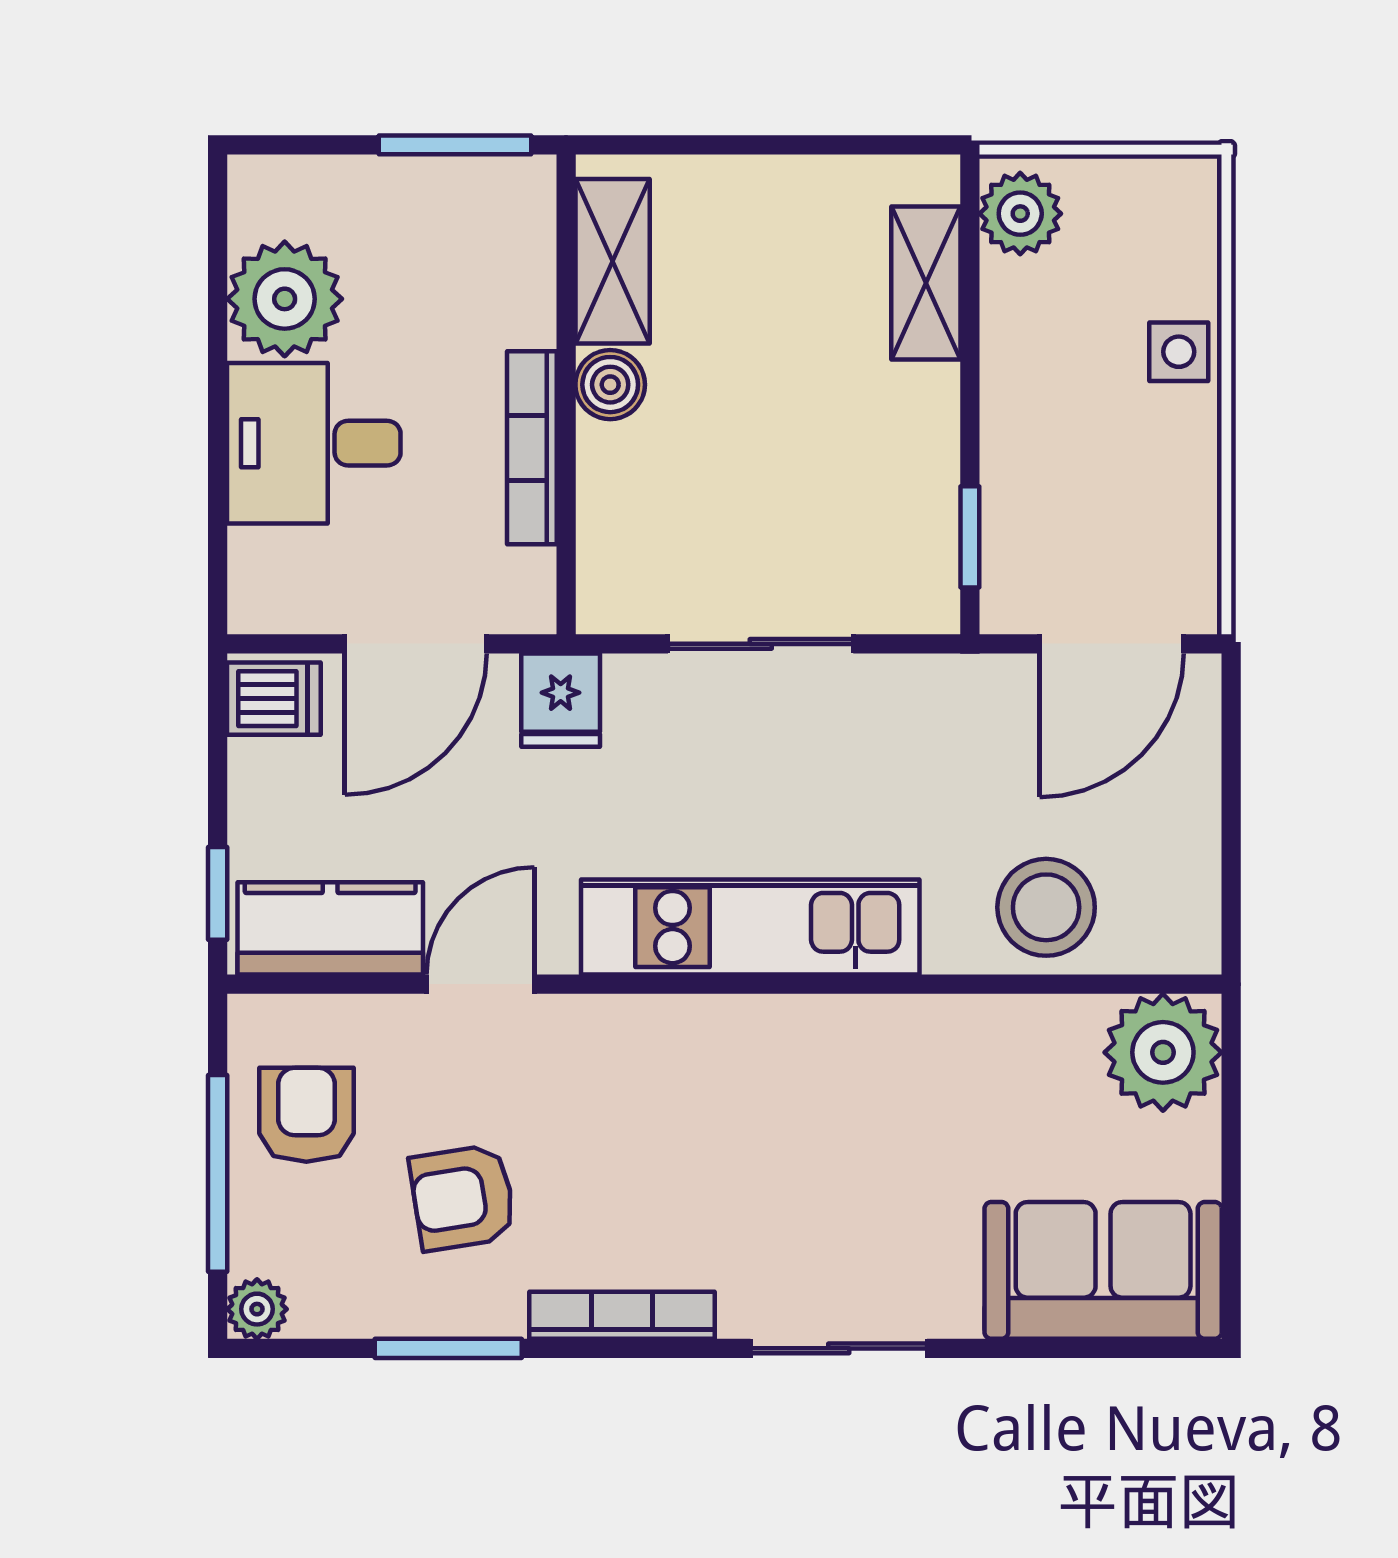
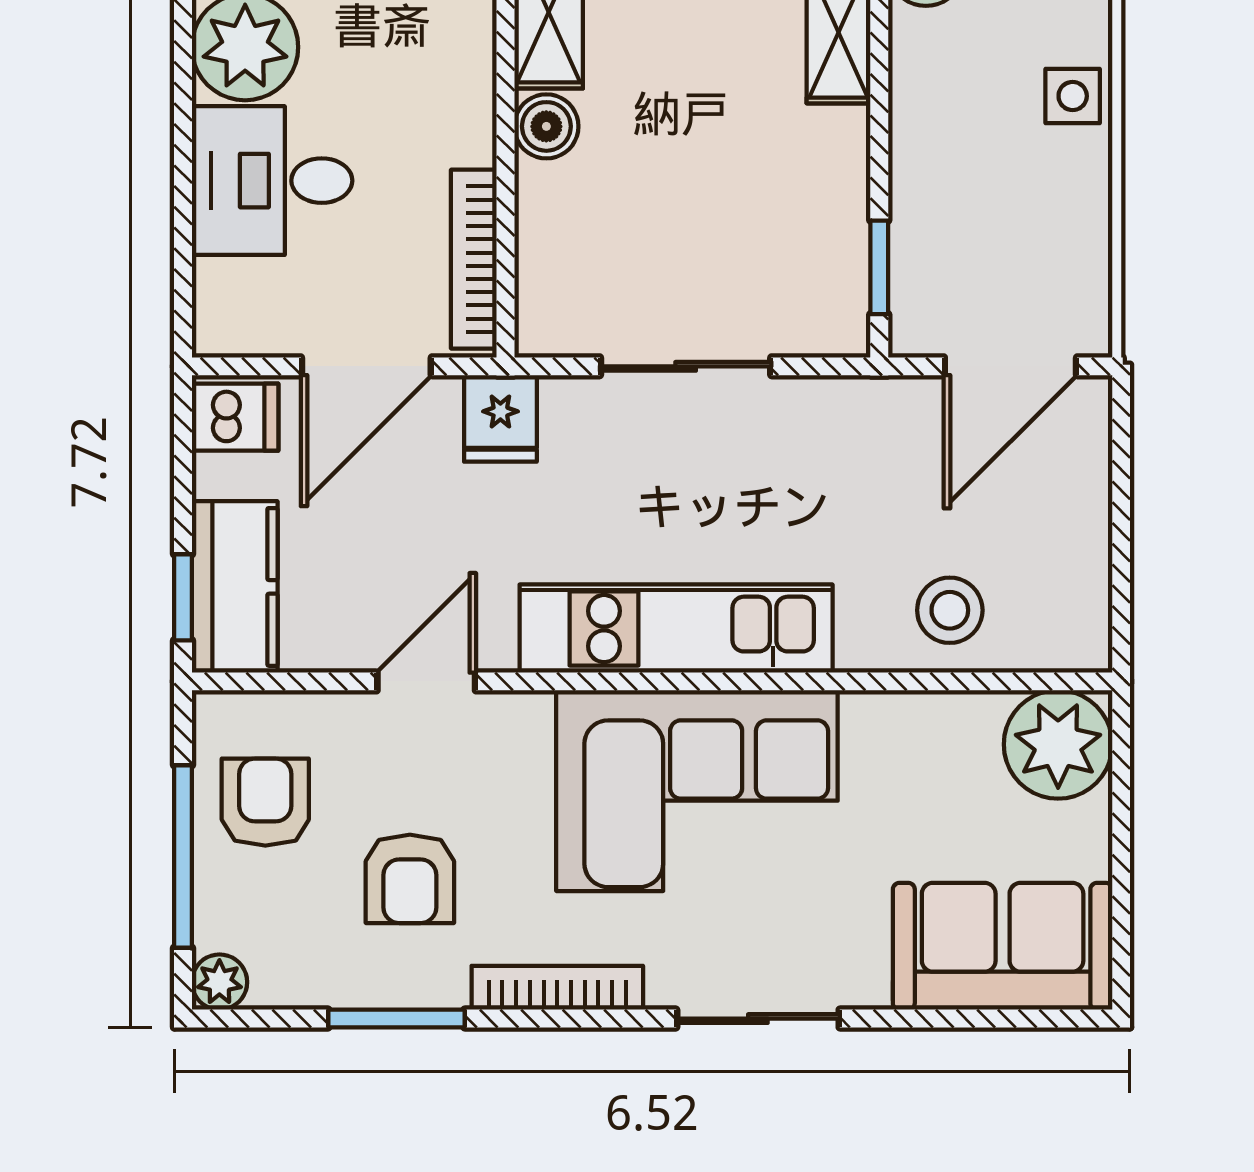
bookcase: (532, 448) -> (474, 259), moved
stool: (1046, 907) -> (950, 610), width x0.73, depth x0.73
kitchen counter: (330, 928) -> (235, 587), moved, turned 90
corner sofa: (773, 1102) -> (697, 791), added
armchair: (463, 1198) -> (410, 879), turned -81

